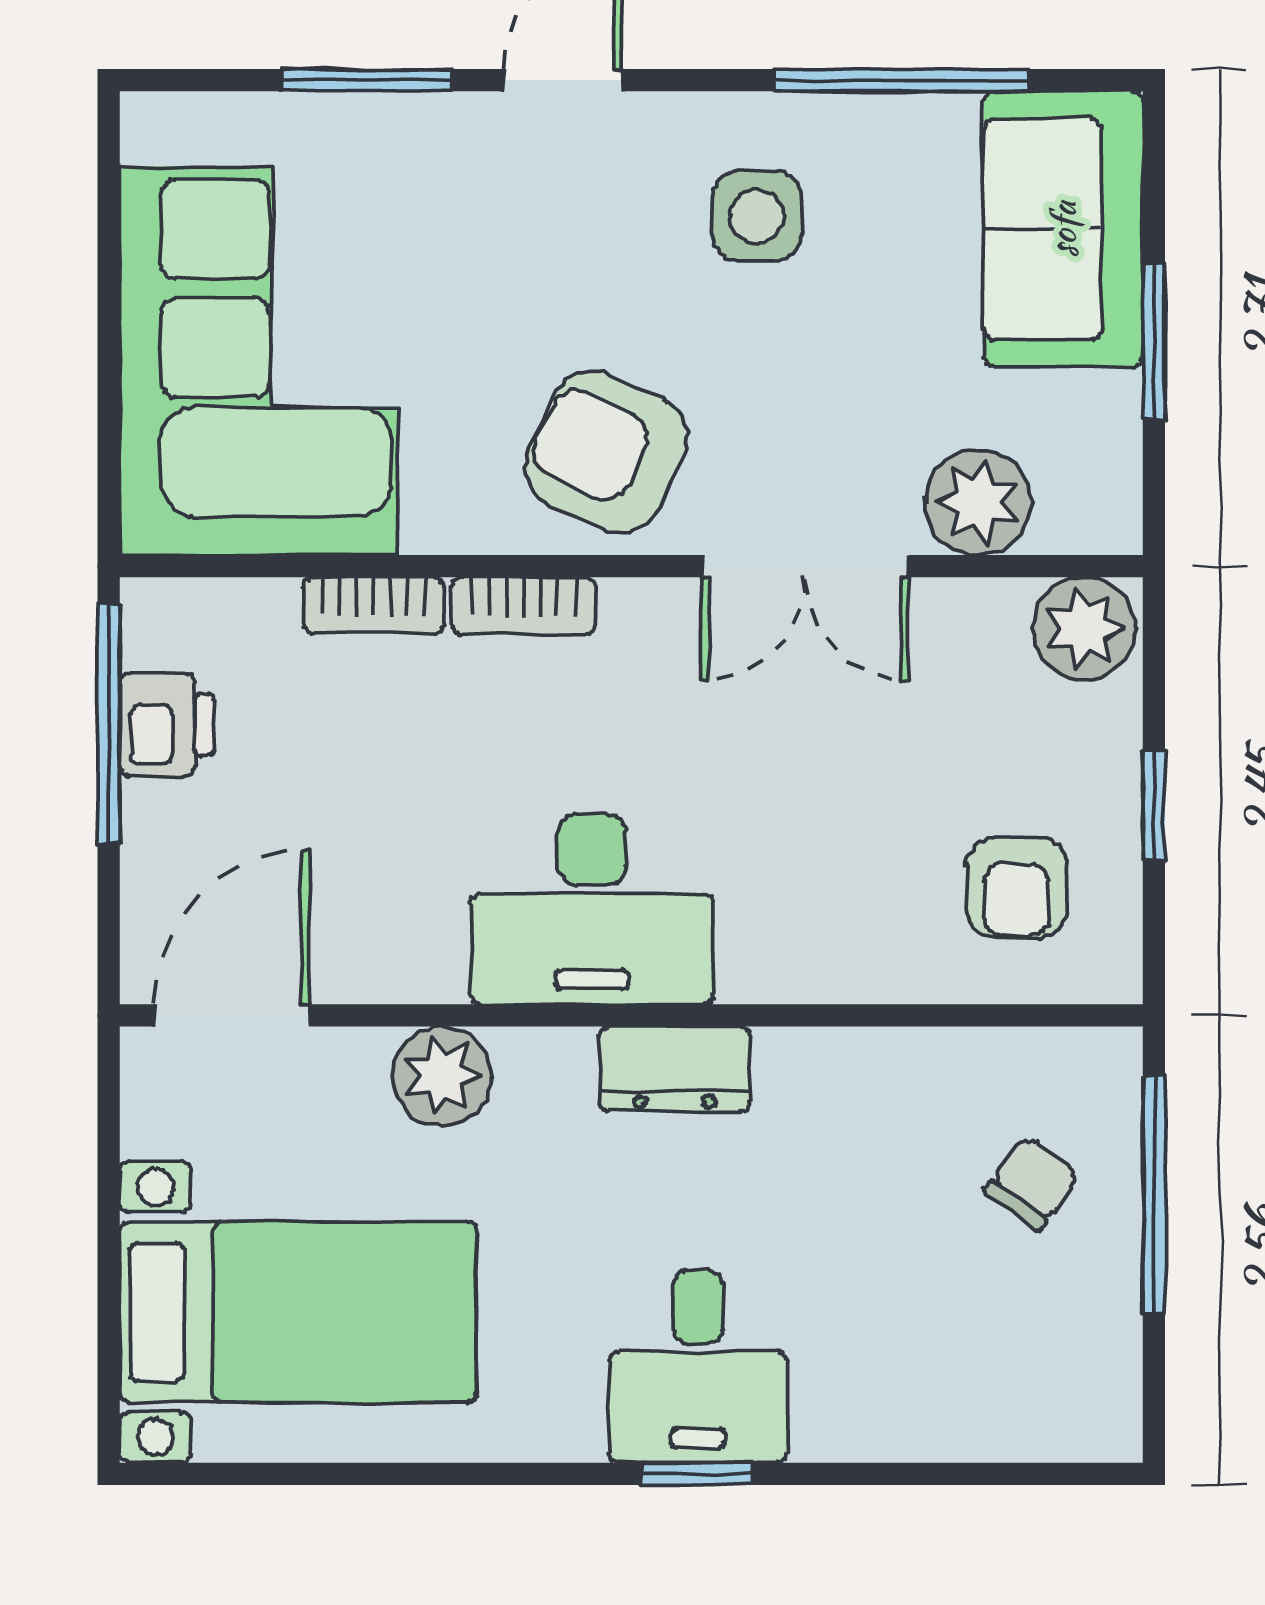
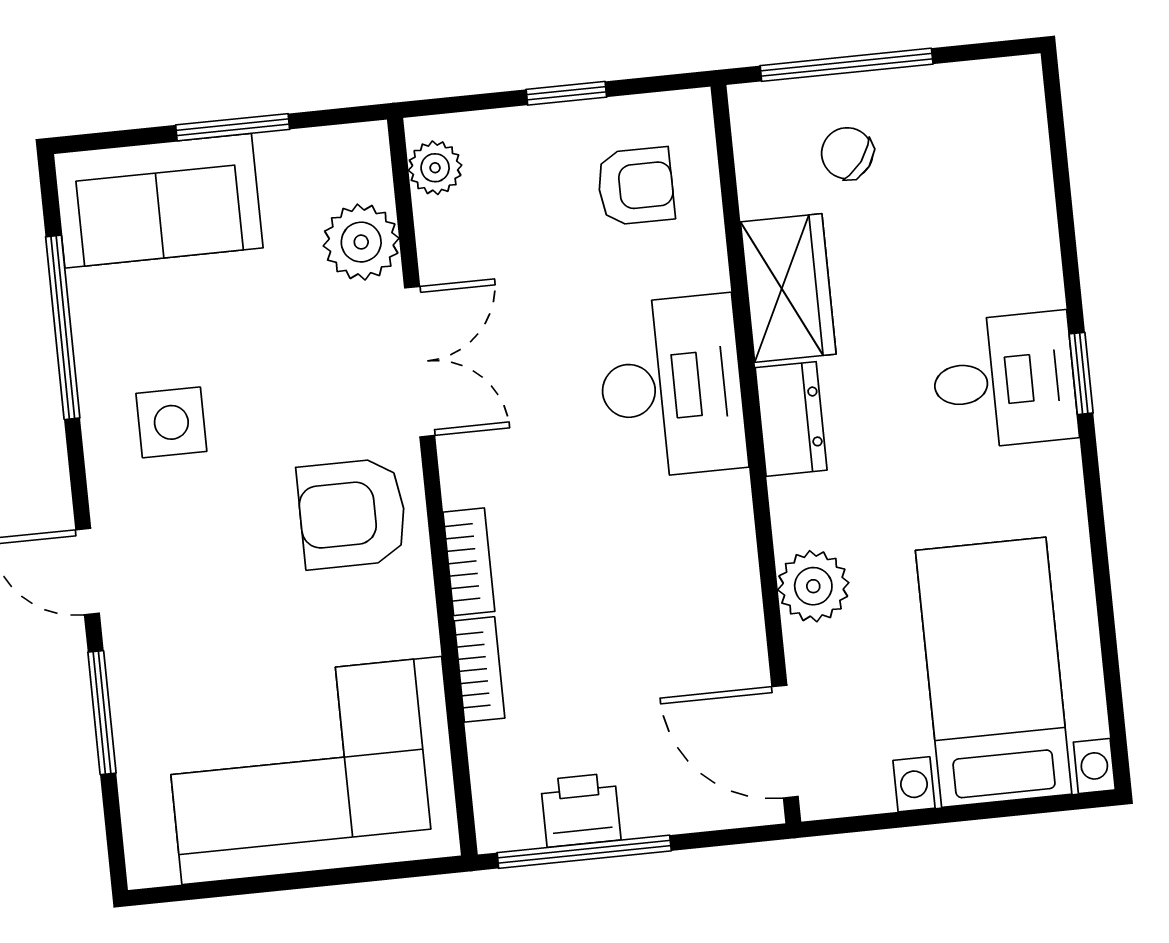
armchair: (606, 452) -> (352, 514), turned 65
plant: (1084, 628) -> (435, 168), width x0.73, depth x0.73
desk: (592, 909) -> (672, 387), moved
wardrobe: (855, 1083) -> (788, 288), added

